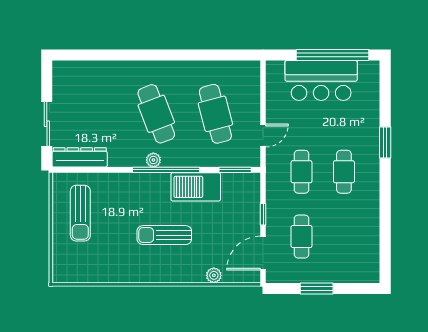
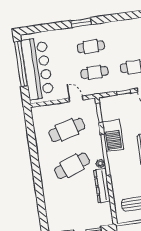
bar counter: (321, 80) -> (37, 69), width x1.36
window: (385, 142) -> (81, 22), moved
dresser: (80, 157) -> (102, 186), moved

